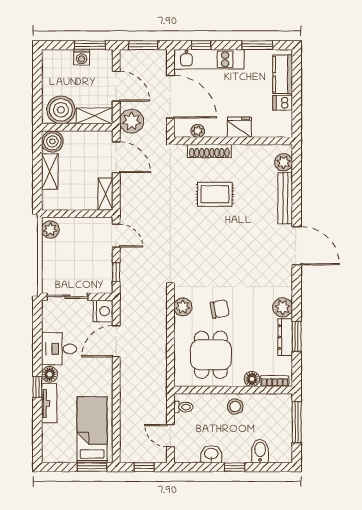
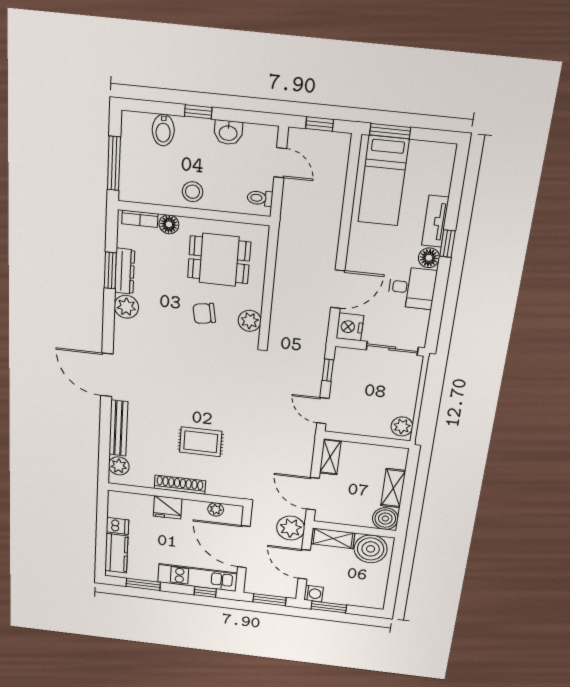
washing machine: (82, 57) -> (314, 594), moved, turned 90
shoe rack: (209, 151) -> (180, 485), moved
dining table: (211, 355) -> (219, 260), turned 90

